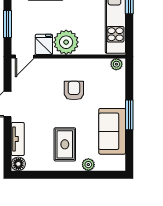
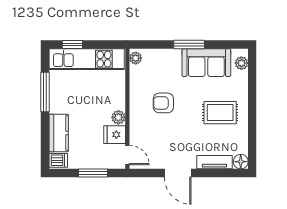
plant: (66, 42) -> (118, 117), width x0.53, depth x0.53
plant: (88, 165) -> (241, 63), moved

